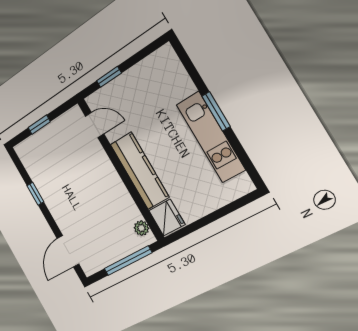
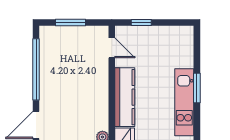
window: (39, 125) -> (71, 22), width x1.50
window: (35, 194) -> (36, 69), width x3.17

